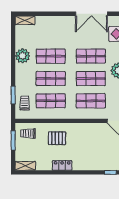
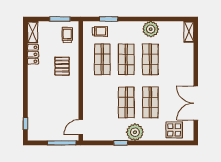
shop shelf: (91, 101) -> (102, 102), removed
locker: (62, 165) -> (33, 54), moved

